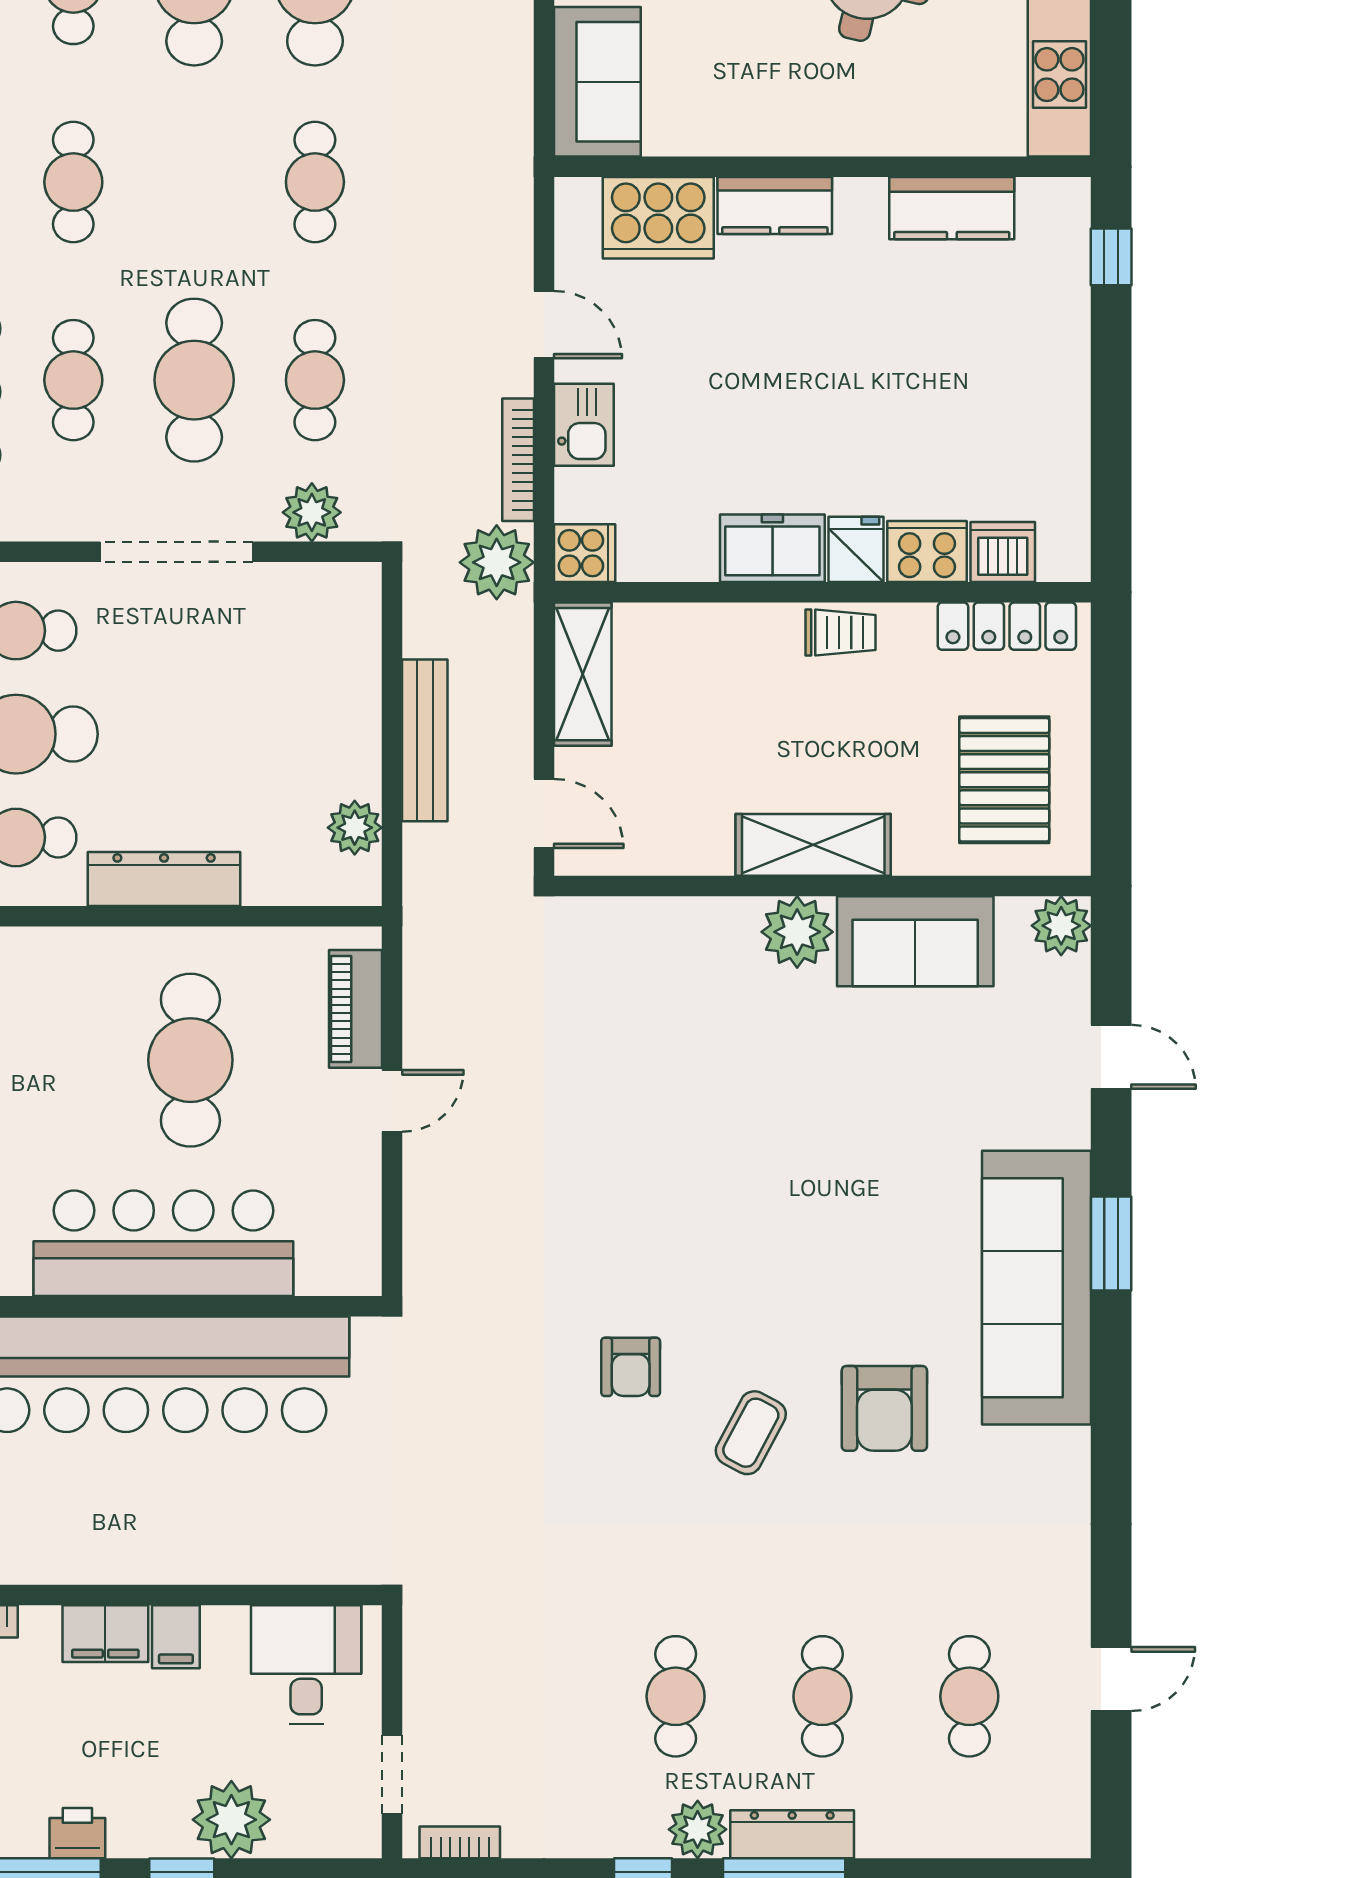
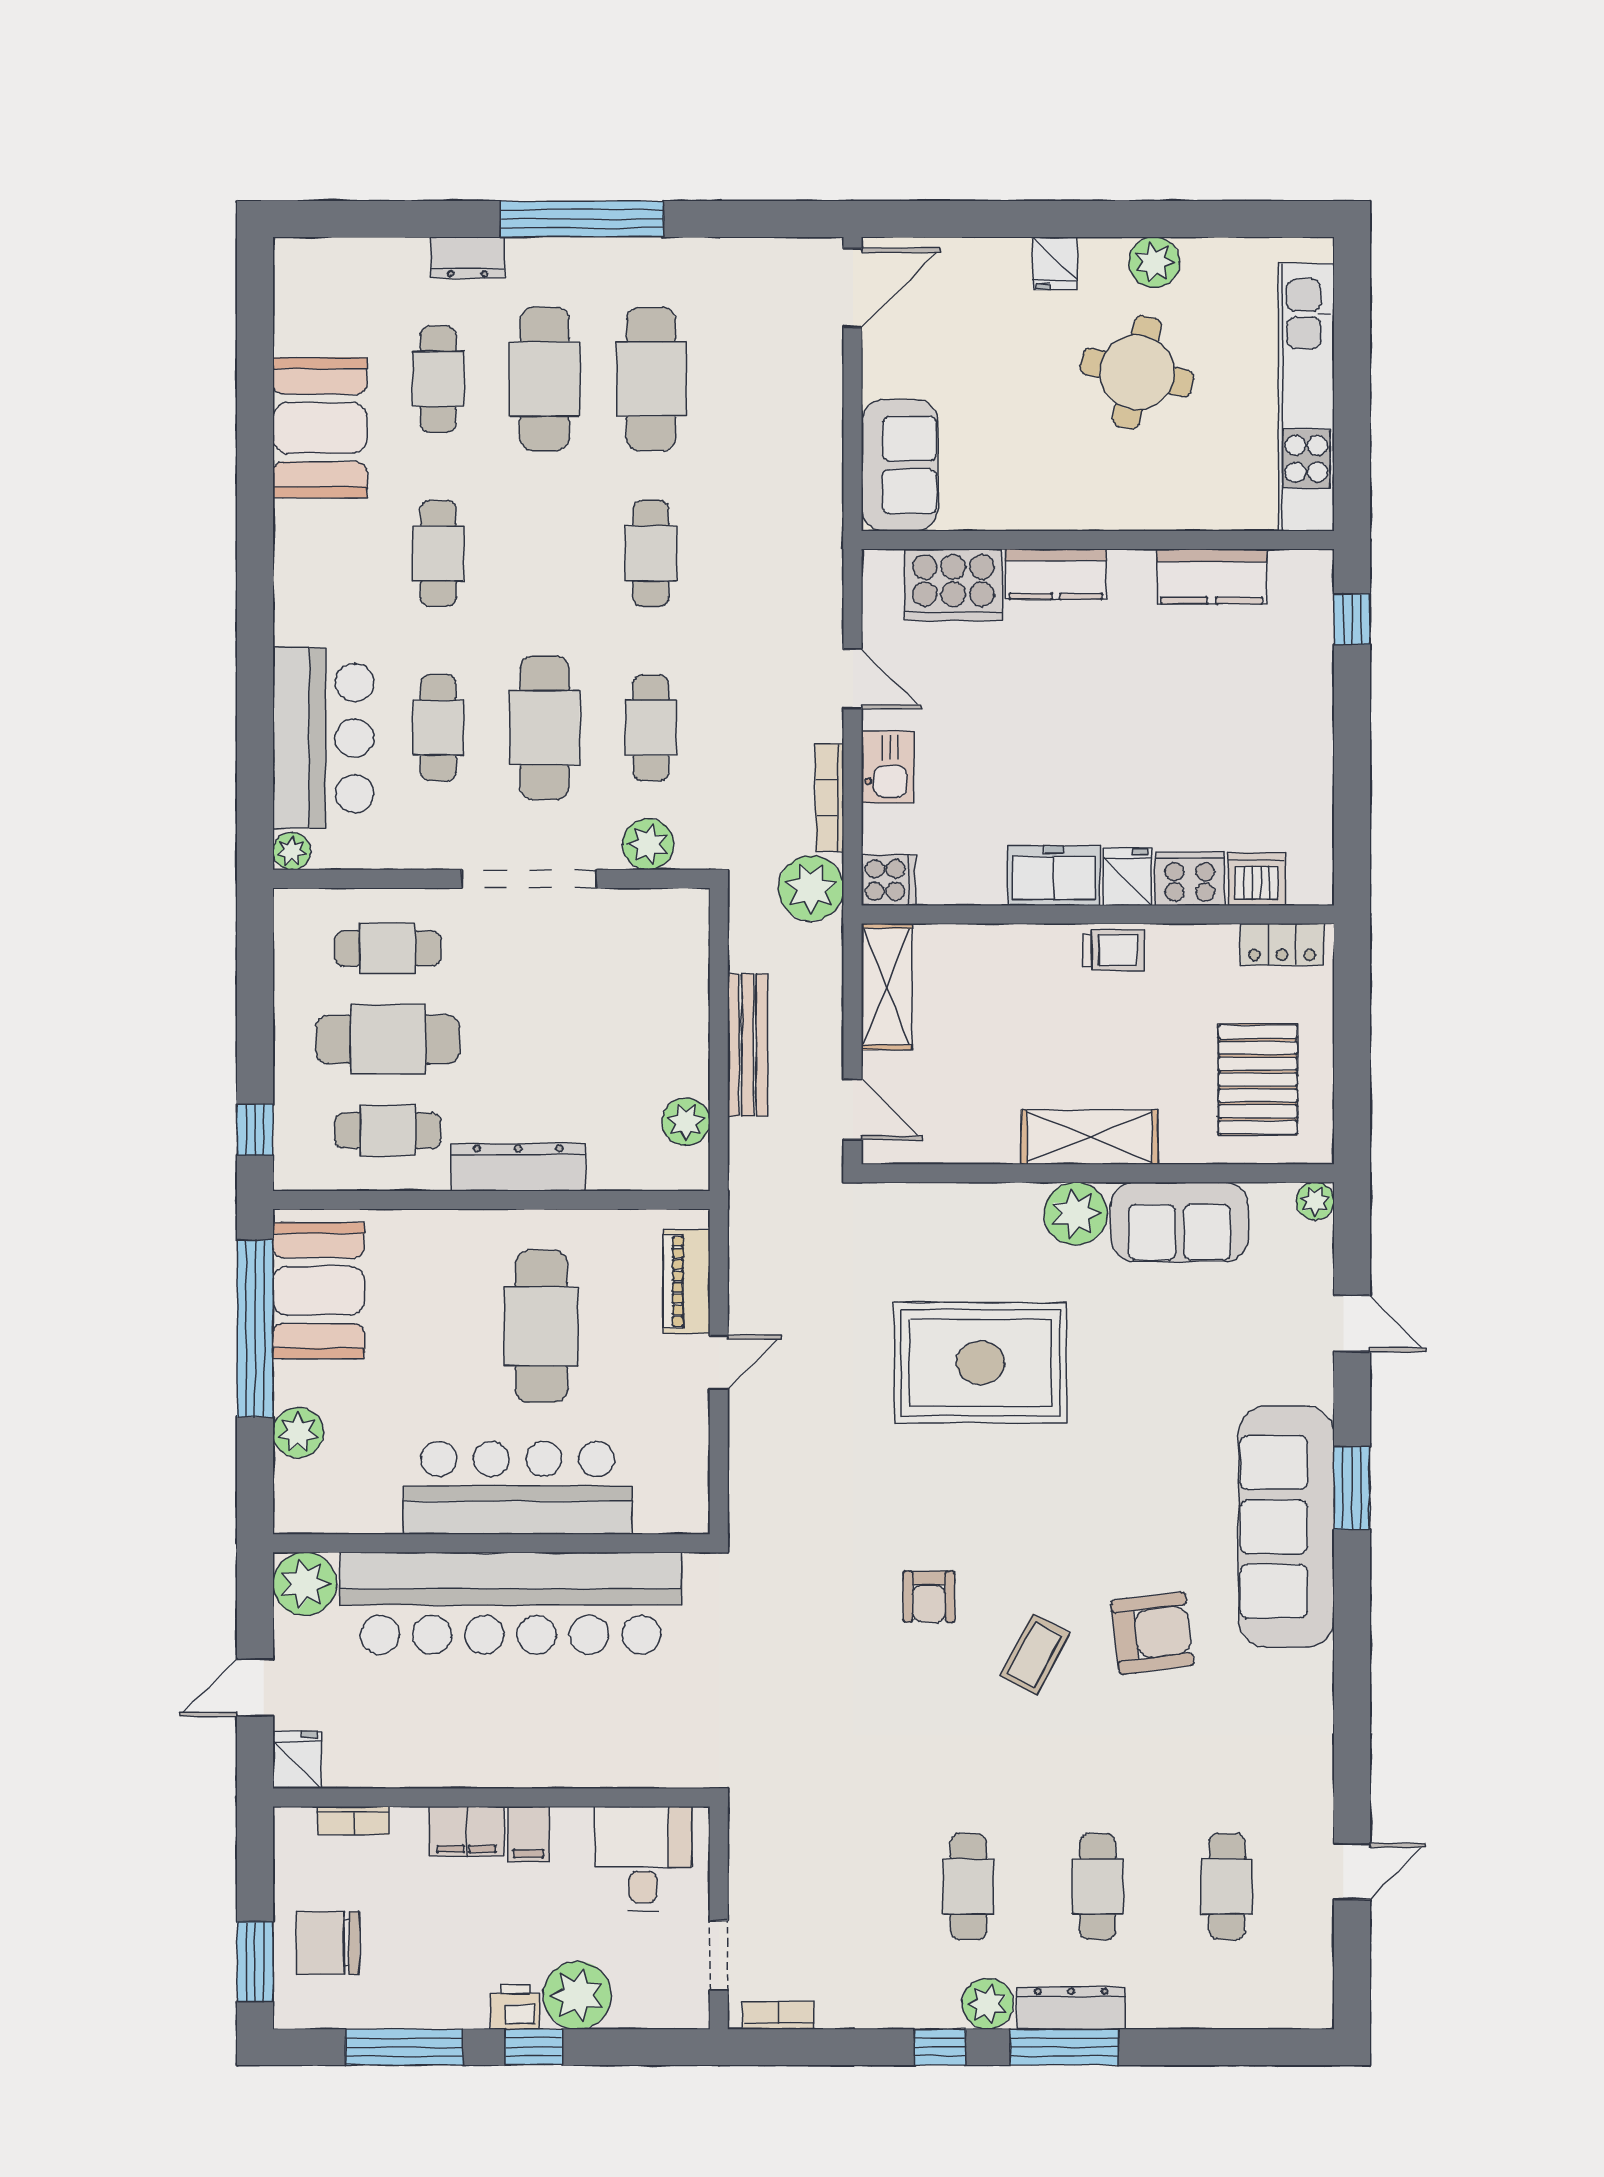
locker: (1007, 626) -> (1282, 944), width x0.66
plant: (1061, 926) -> (1315, 1201), width x0.73, depth x0.73
rug: (689, 1101) -> (981, 1363), added
armchair: (884, 1408) -> (1152, 1633), turned -97
printer: (77, 1833) -> (515, 2007), moved

